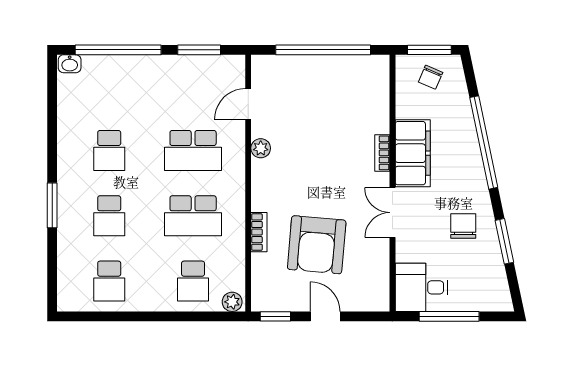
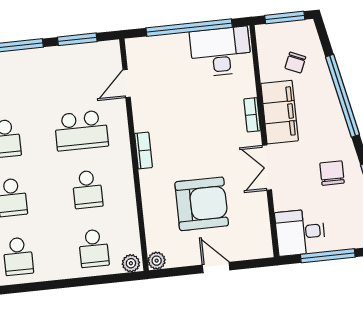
chair: (431, 77) -> (295, 63), moved
desk: (355, 80) -> (221, 52), added
plant: (261, 148) -> (157, 261), moved
school desk: (193, 216) -> (87, 189), width x0.54
bookcase: (259, 232) -> (143, 151), moved
armchair: (317, 245) -> (202, 204), turned -95
window: (275, 316) -> (171, 272), removed

